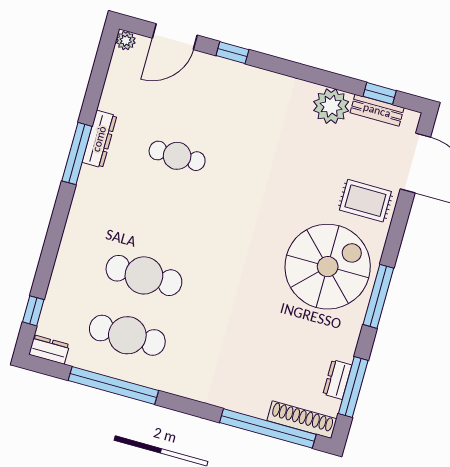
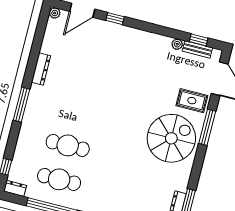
plant: (331, 106) -> (177, 44), width x0.53, depth x0.53
window: (77, 154) -> (22, 105), moved
cafe table: (177, 156) -> (85, 78), removed
window: (378, 296) -> (207, 127), moved

